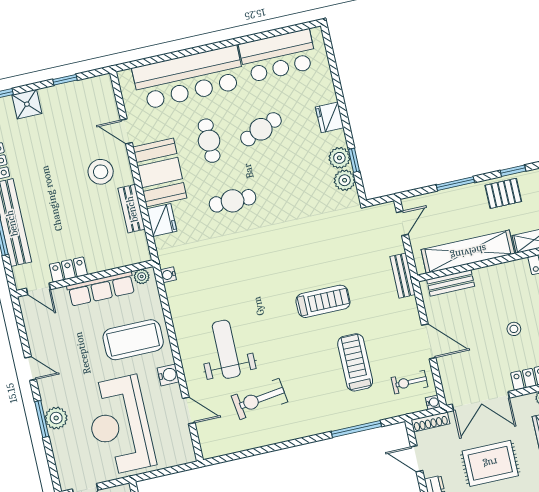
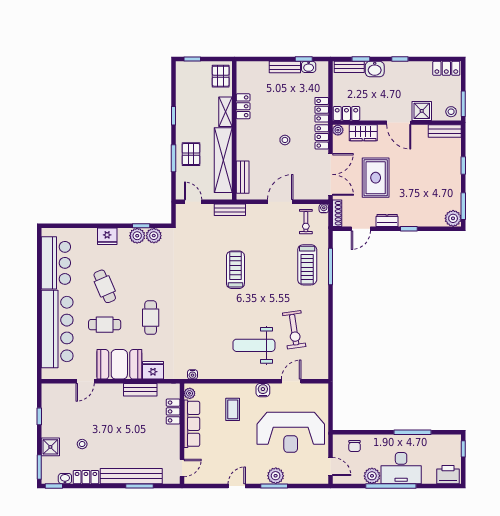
stool: (101, 172) -> (82, 444), moved, width x0.53, depth x0.53
pallet: (503, 193) -> (191, 154), moved
locker: (68, 270) -> (173, 411), moved
coffee table: (133, 340) -> (233, 409), width x0.54, depth x0.58
treadmill: (355, 362) -> (307, 265), moved, turned -90

